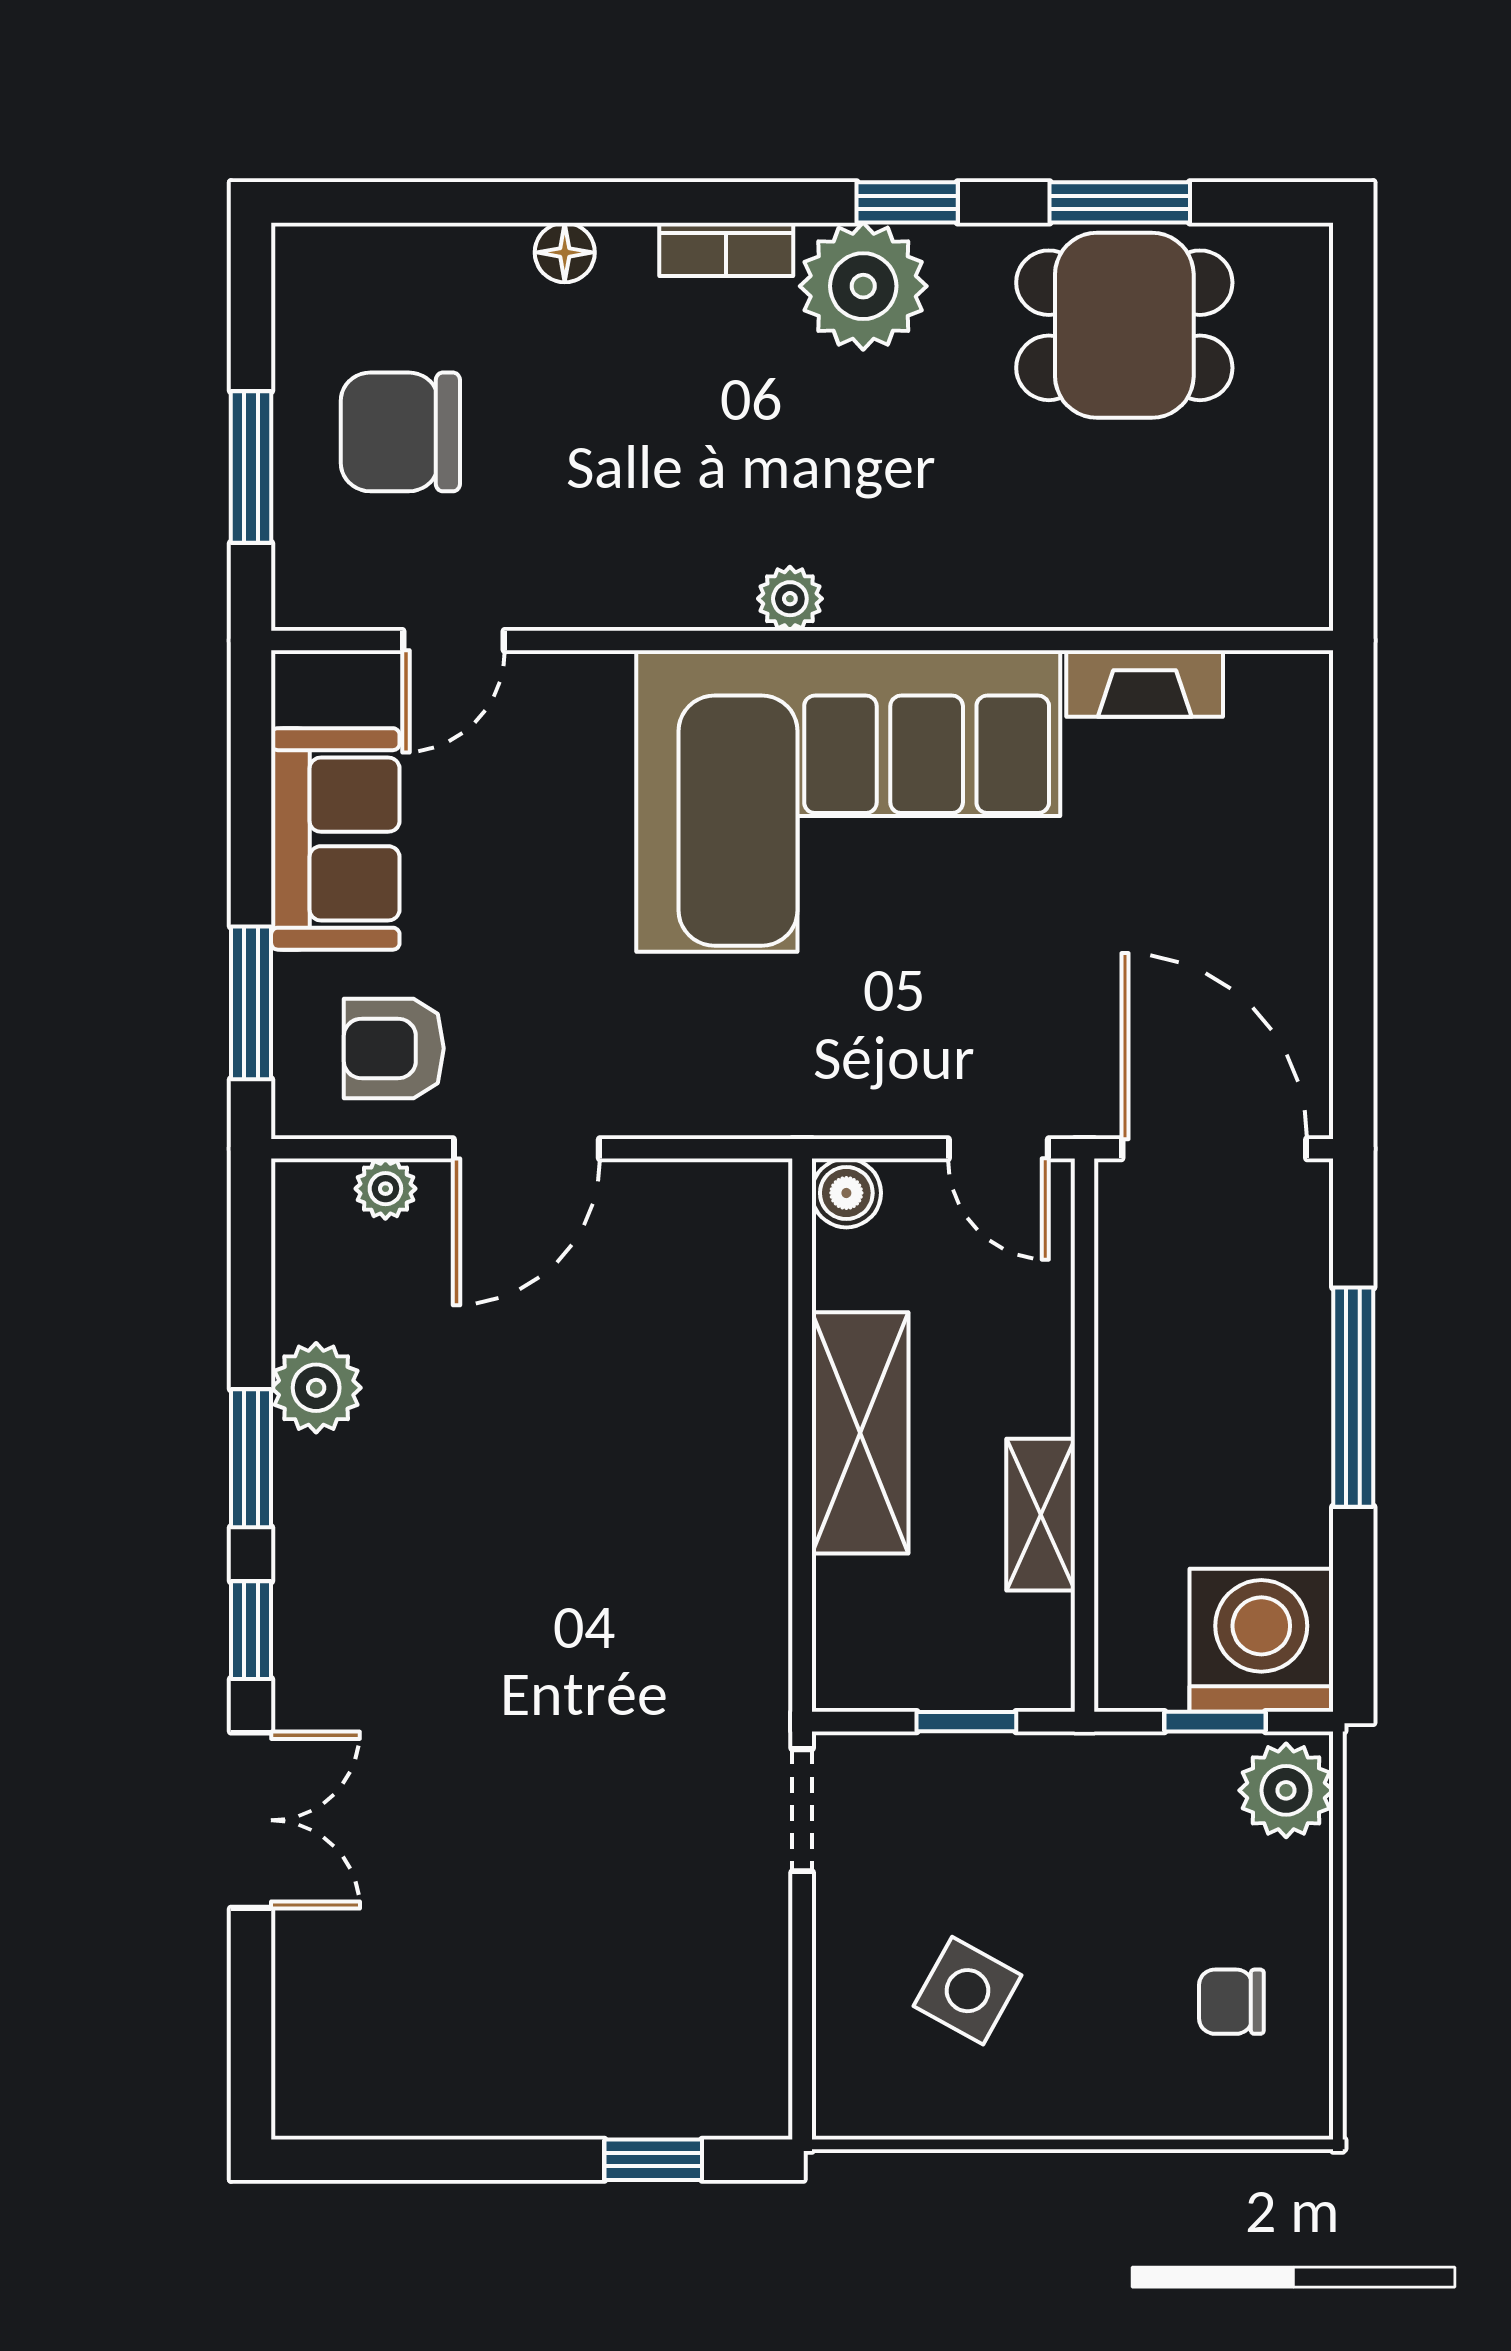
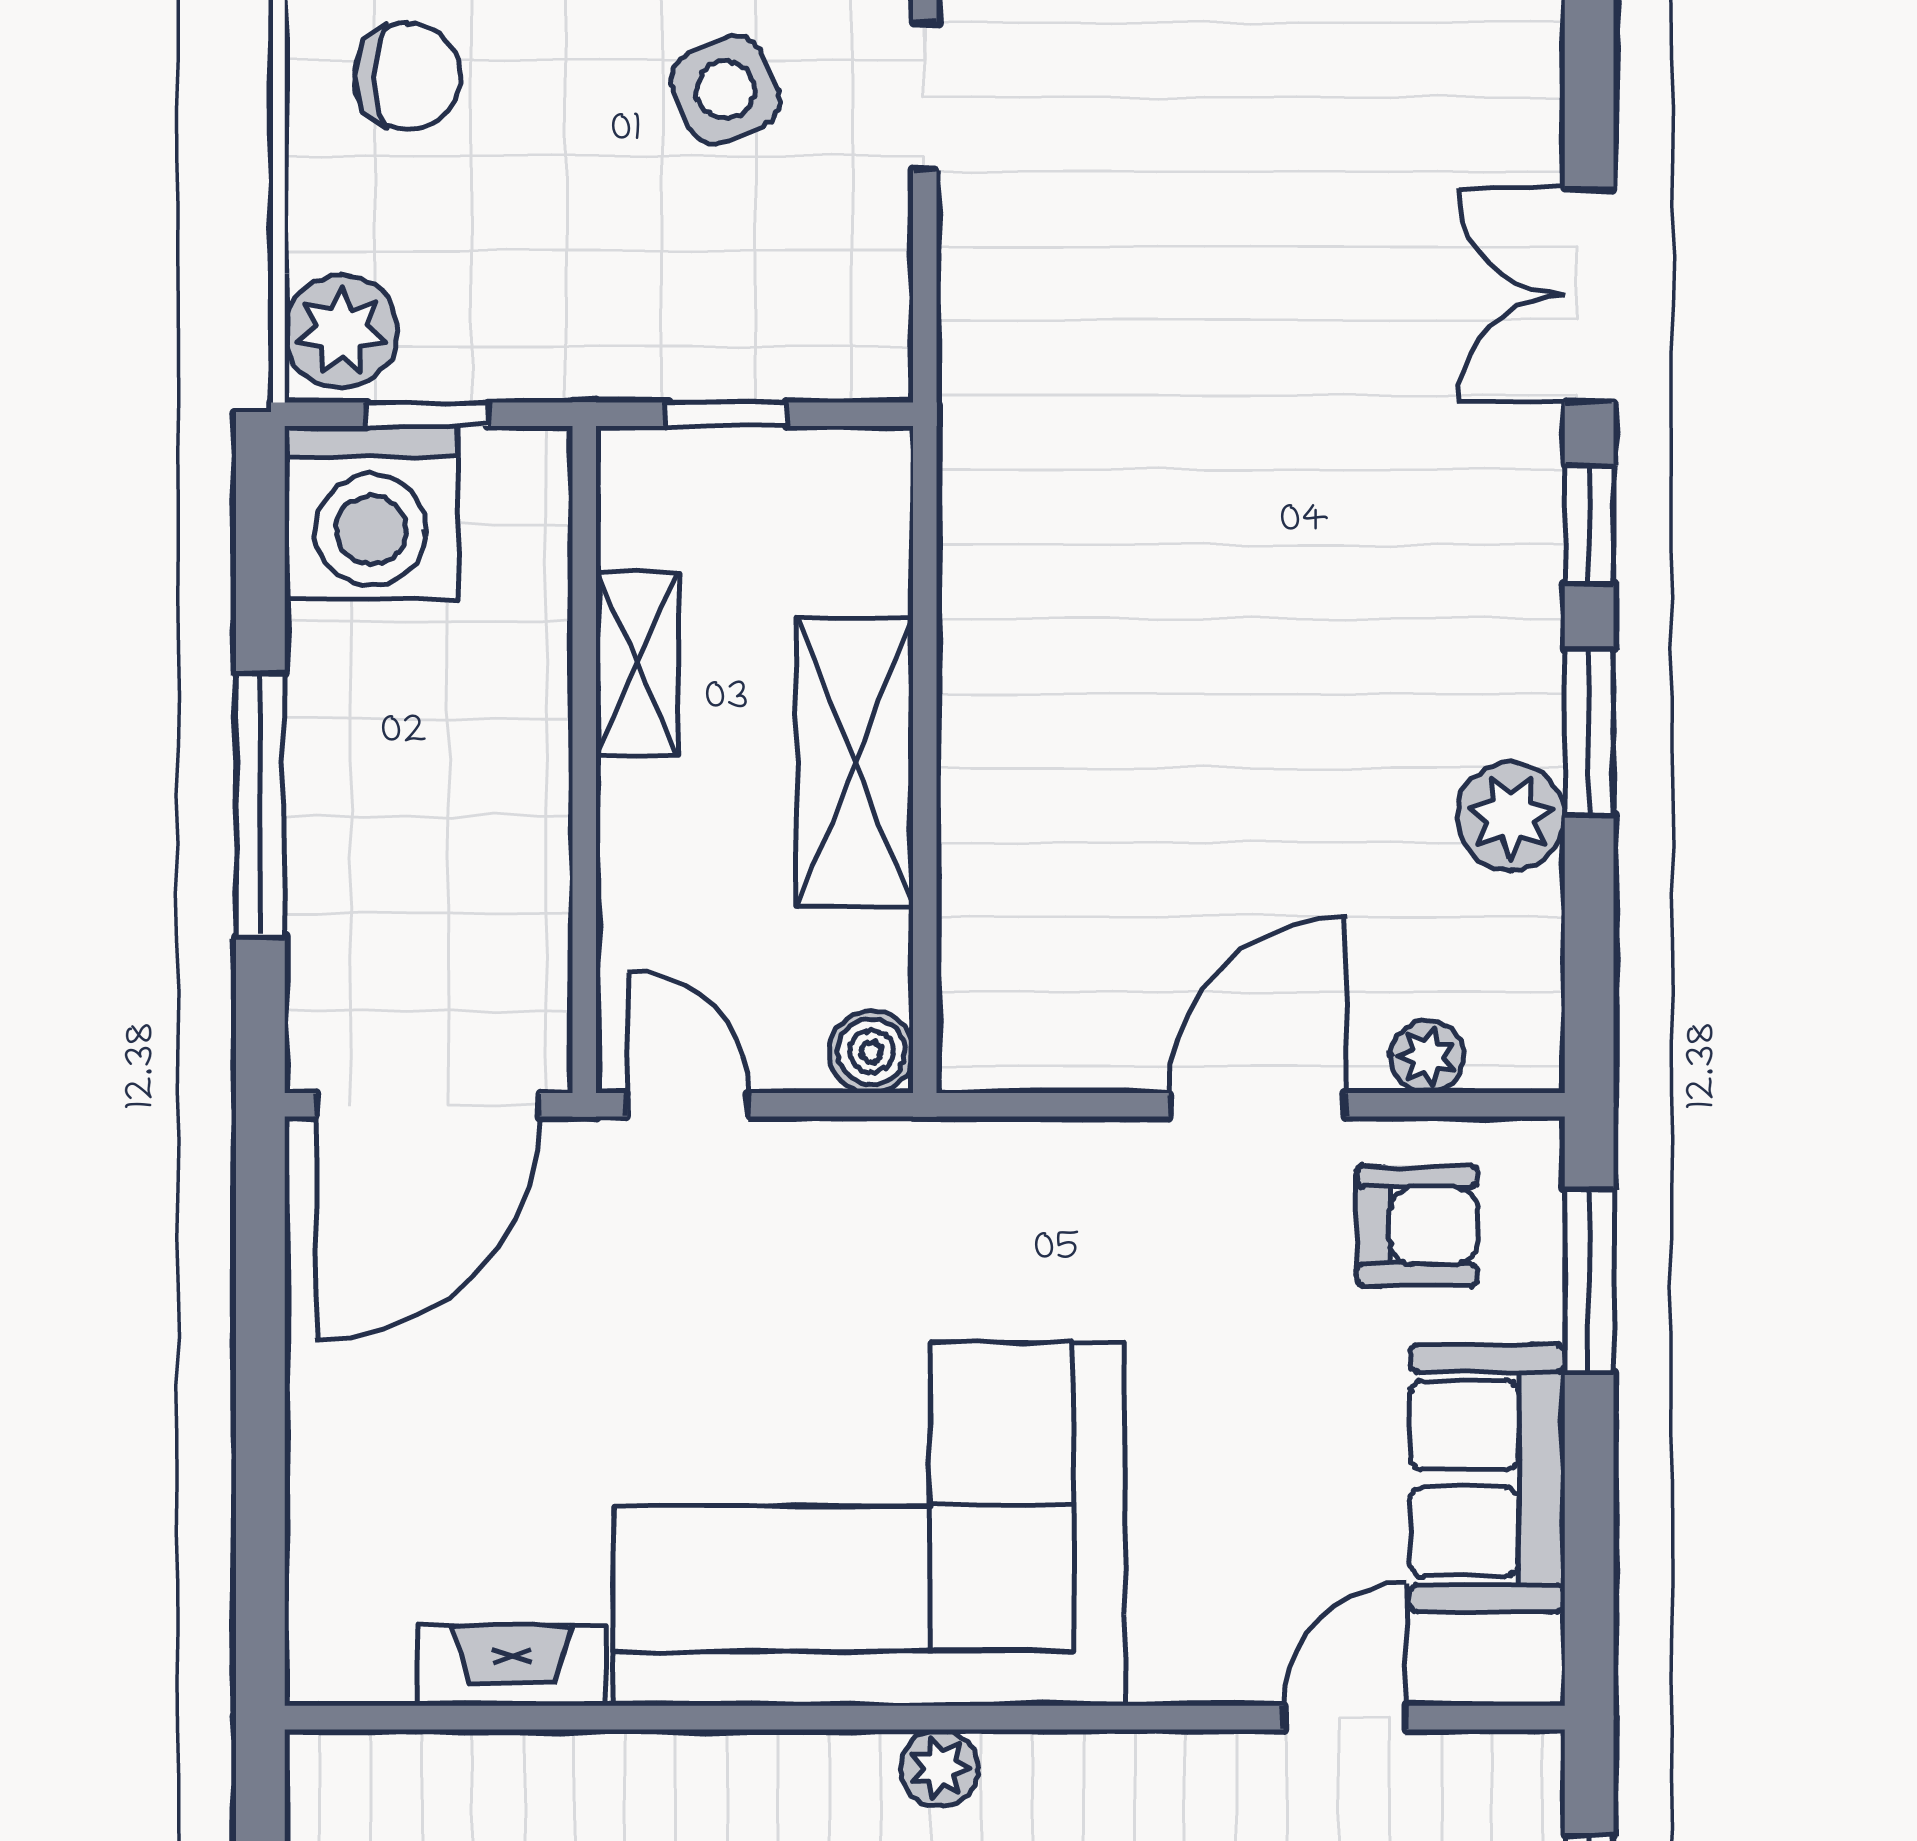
door: (1214, 1149) -> (428, 1105), hinge flipped
doorway: (802, 1810) -> (925, 96), moved
side table: (968, 1991) -> (725, 90), turned 37
chair: (1231, 2002) -> (407, 77), width x1.37, depth x1.37

